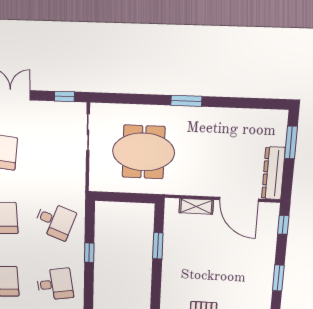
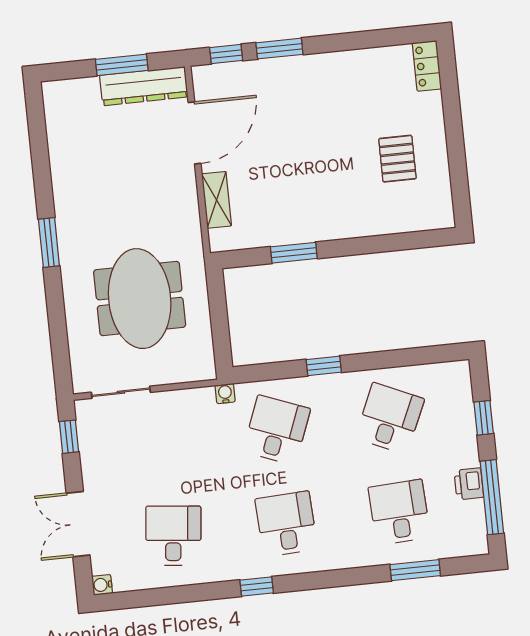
window: (291, 142) -> (122, 65), moved
water cooler: (80, 194) -> (225, 394), added
window: (278, 278) -> (279, 49), moved
desk: (55, 284) -> (390, 419), turned 33

